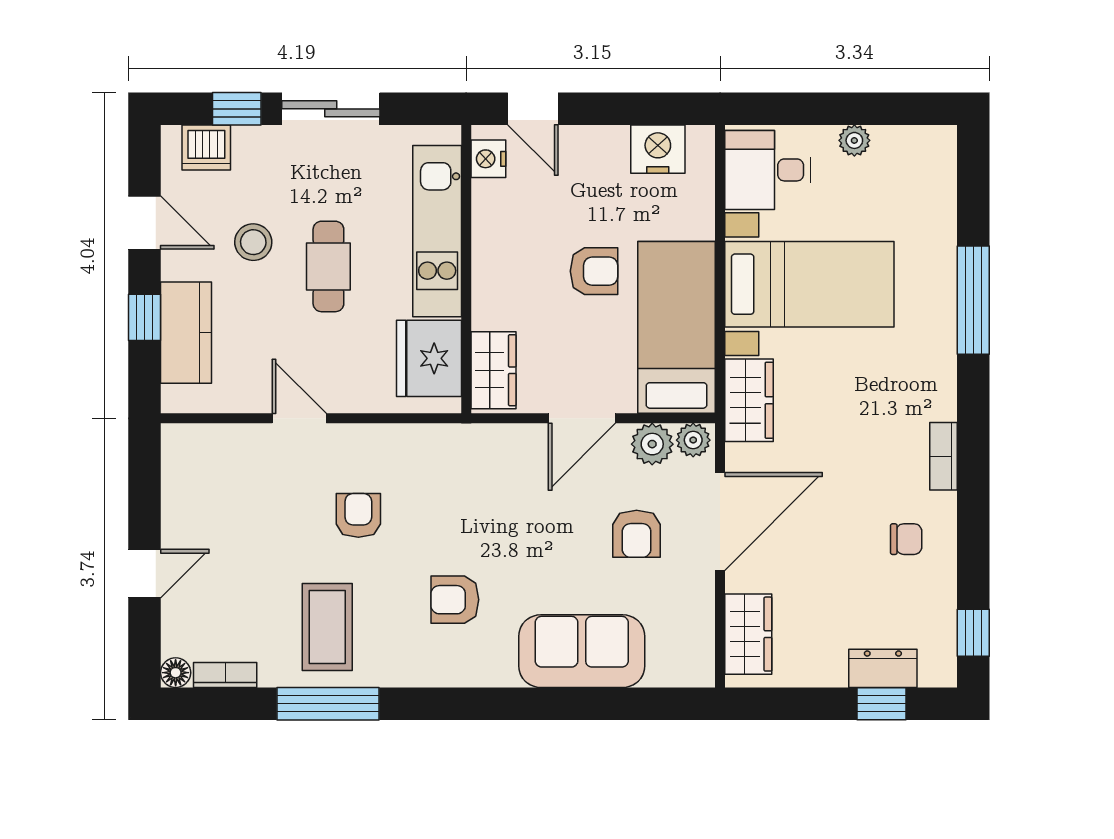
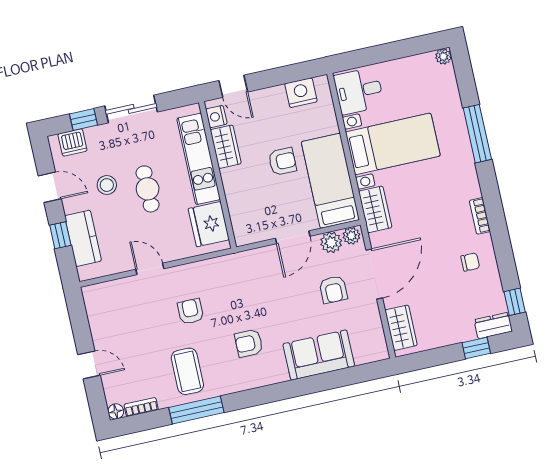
plant: (854, 140) -> (443, 56), moved
wardrobe: (493, 370) -> (226, 147), moved
door: (145, 574) -> (89, 365), hinge flipped
dresser: (883, 668) -> (493, 325), moved

